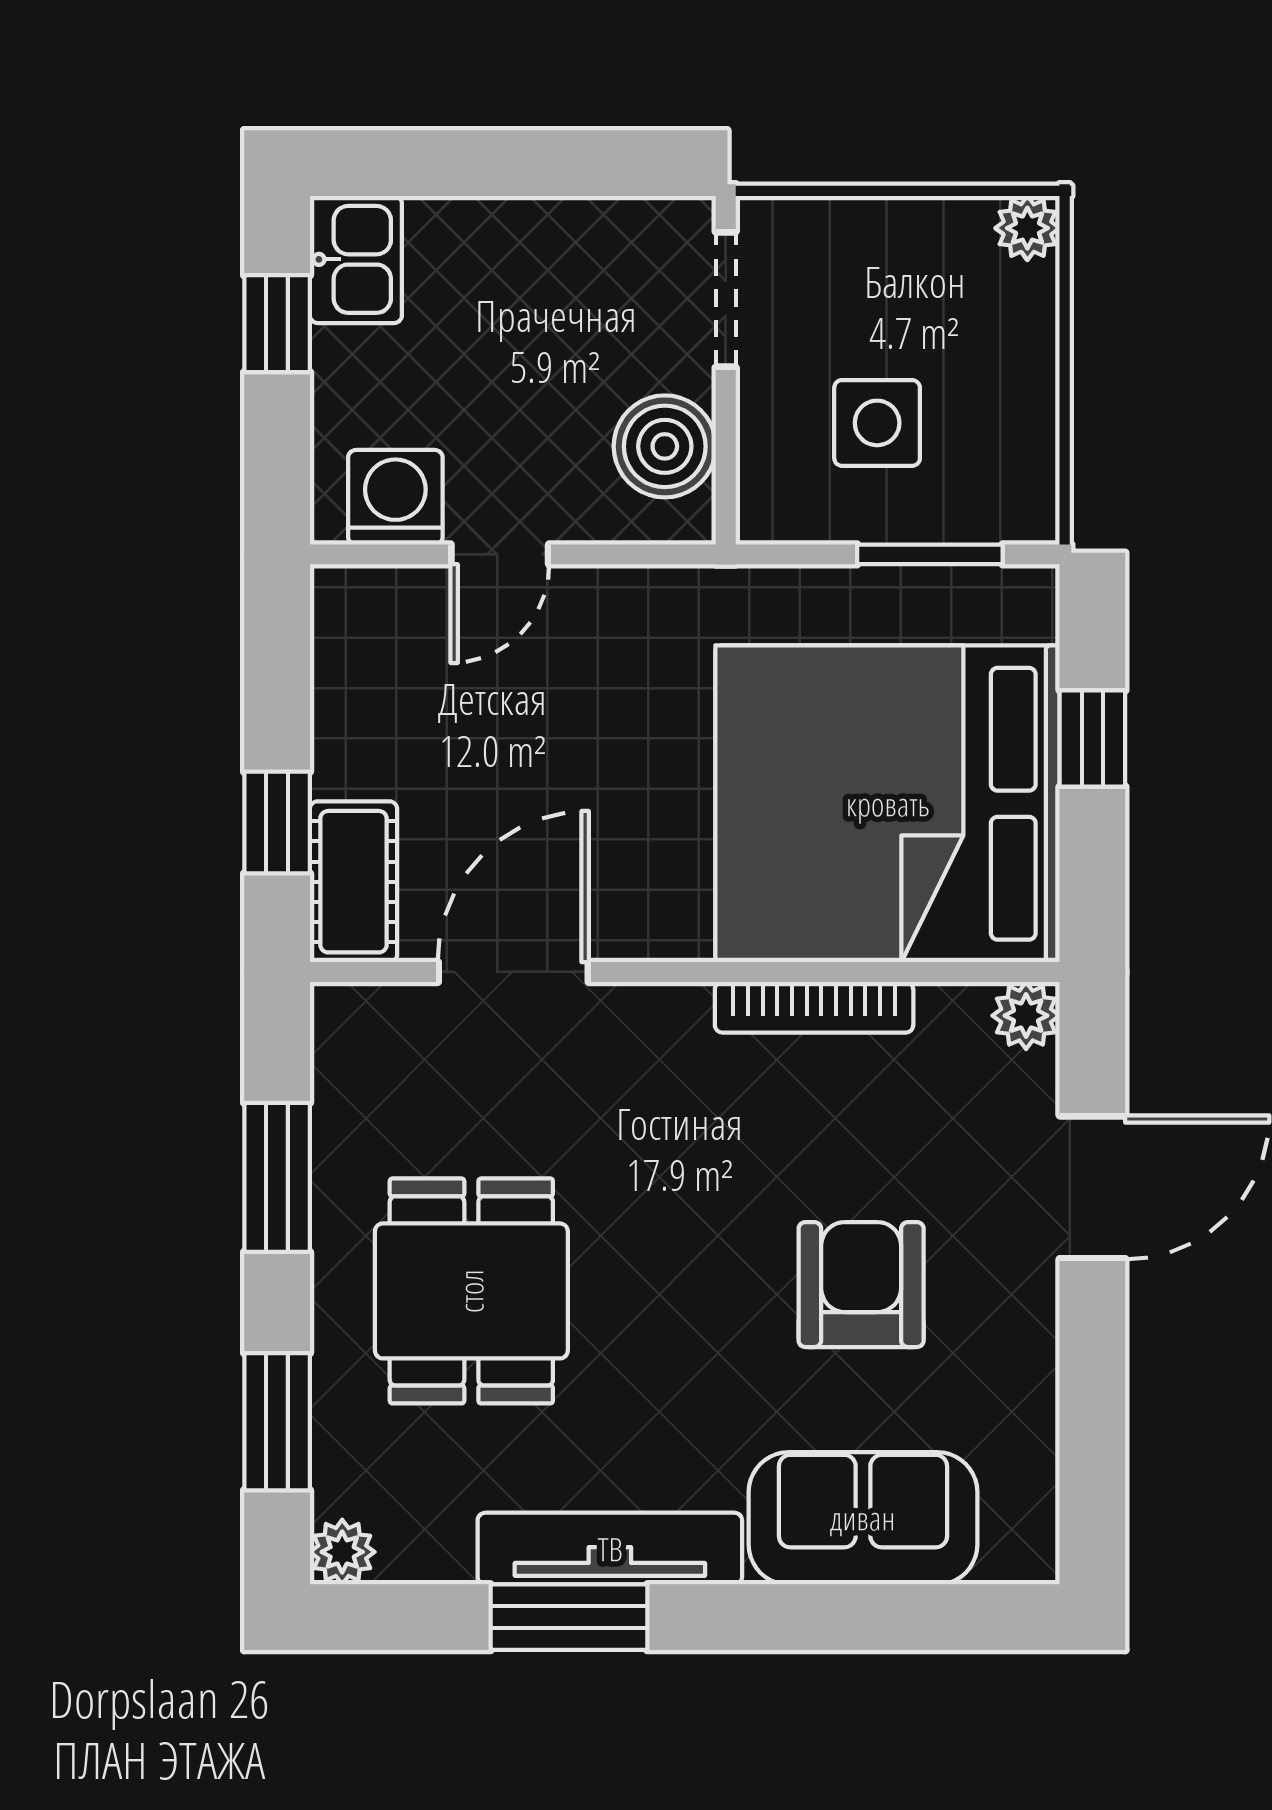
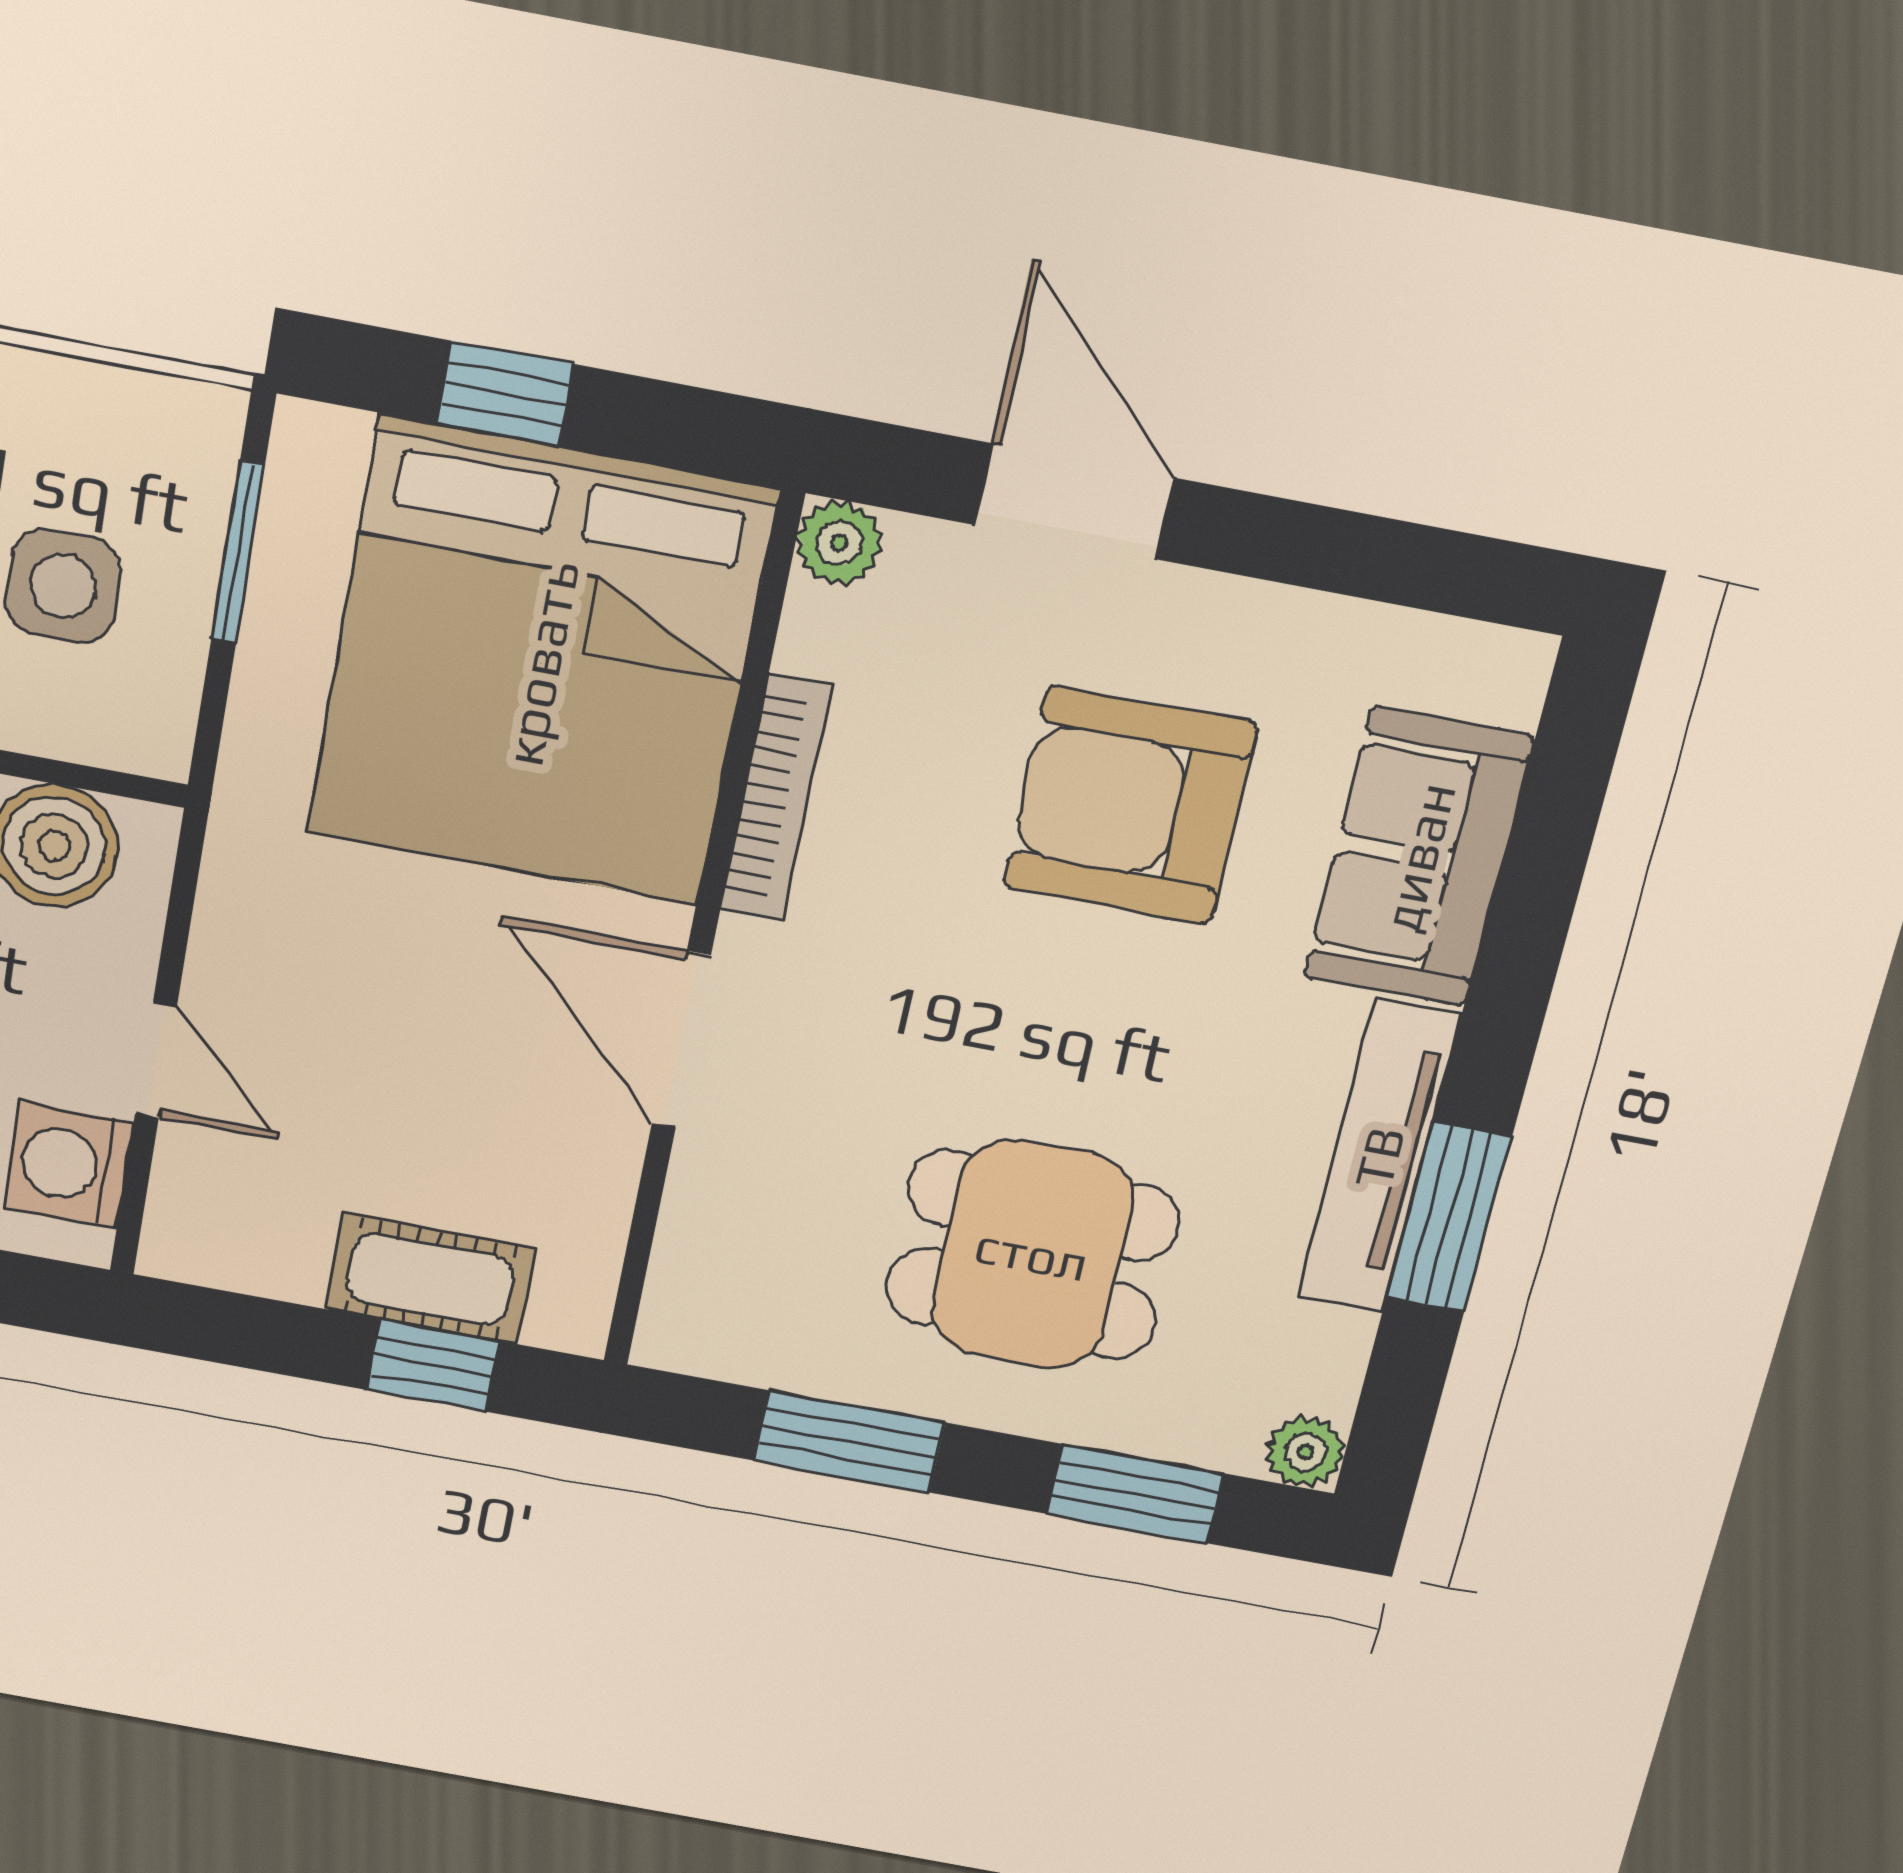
cot: (353, 882) -> (430, 1279), moved
door: (513, 972) -> (681, 1040), moved
armchair: (861, 1285) -> (1130, 806), width x1.36, depth x1.36

